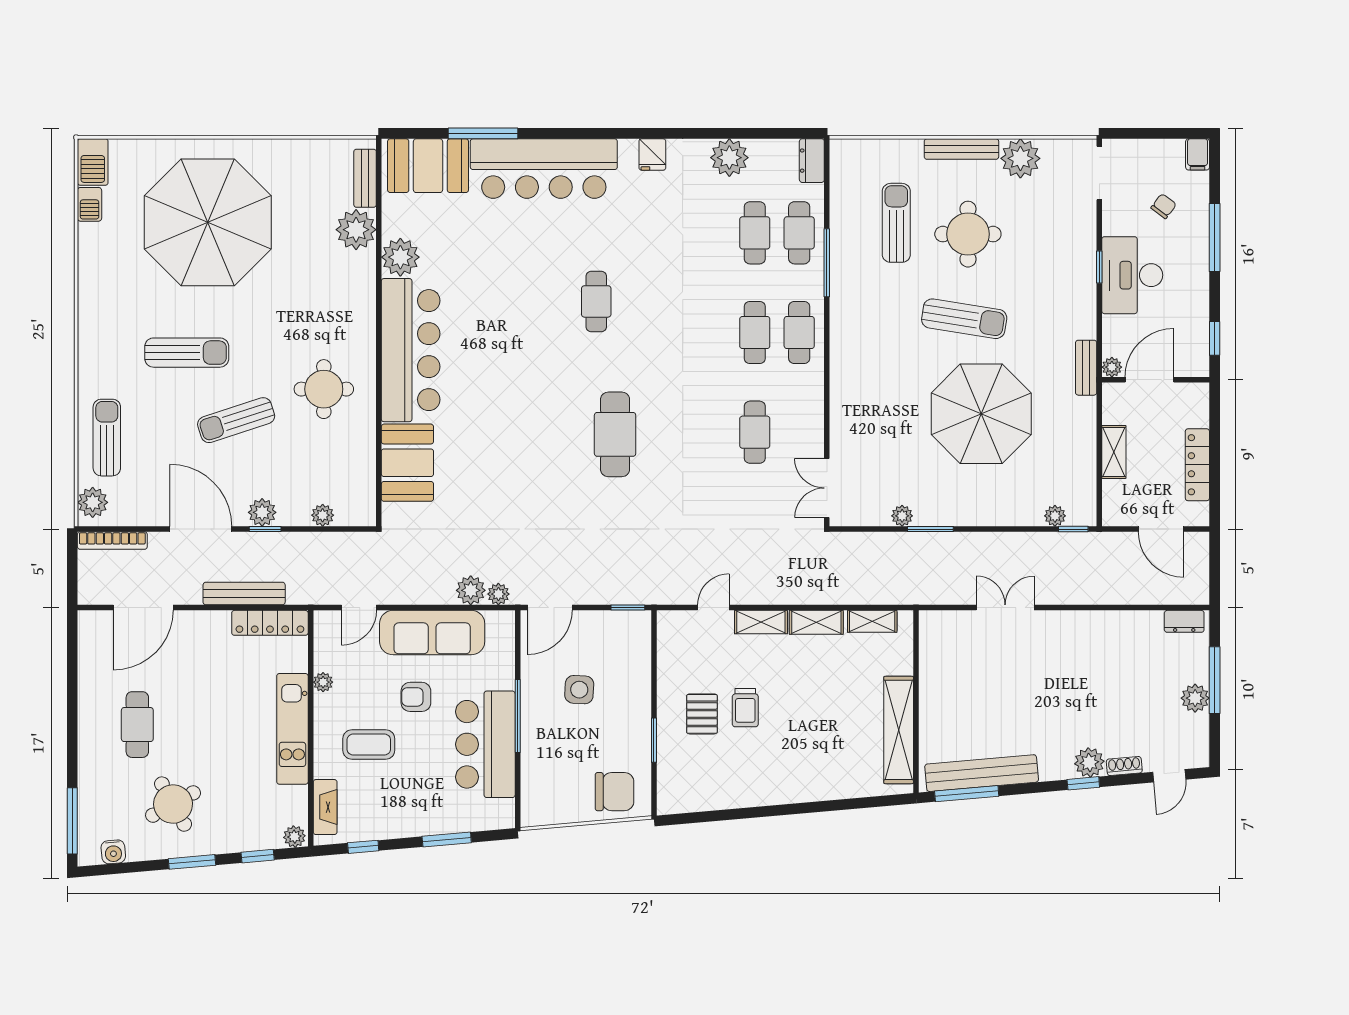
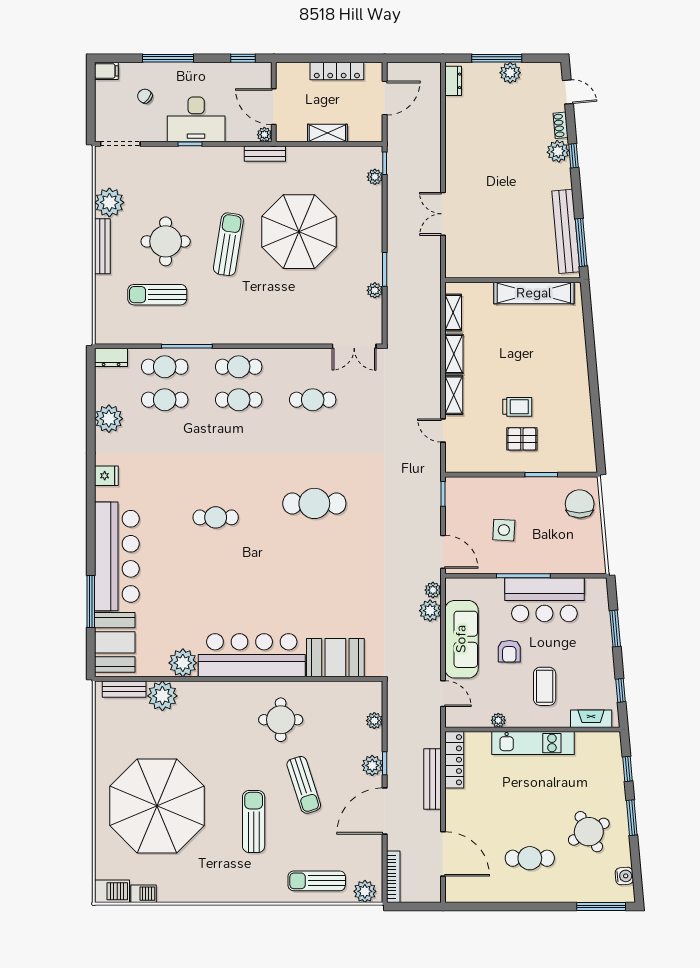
plant: (294, 837) -> (613, 742), removed

